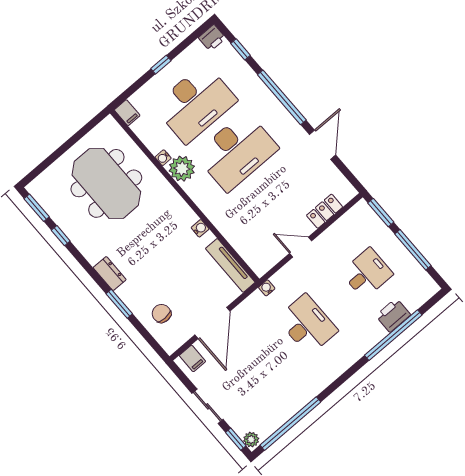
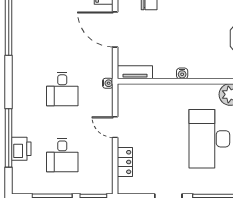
door: (301, 247) -> (115, 127), swing flipped
tv unit: (230, 265) -> (135, 72), width x0.71
desk: (307, 325) -> (62, 89), width x0.73

